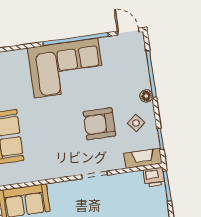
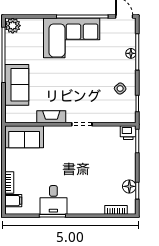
floor lamp: (146, 96) -> (131, 53), moved
armchair: (99, 124) -> (91, 85), removed
fireplace: (143, 158) -> (51, 117), moved

